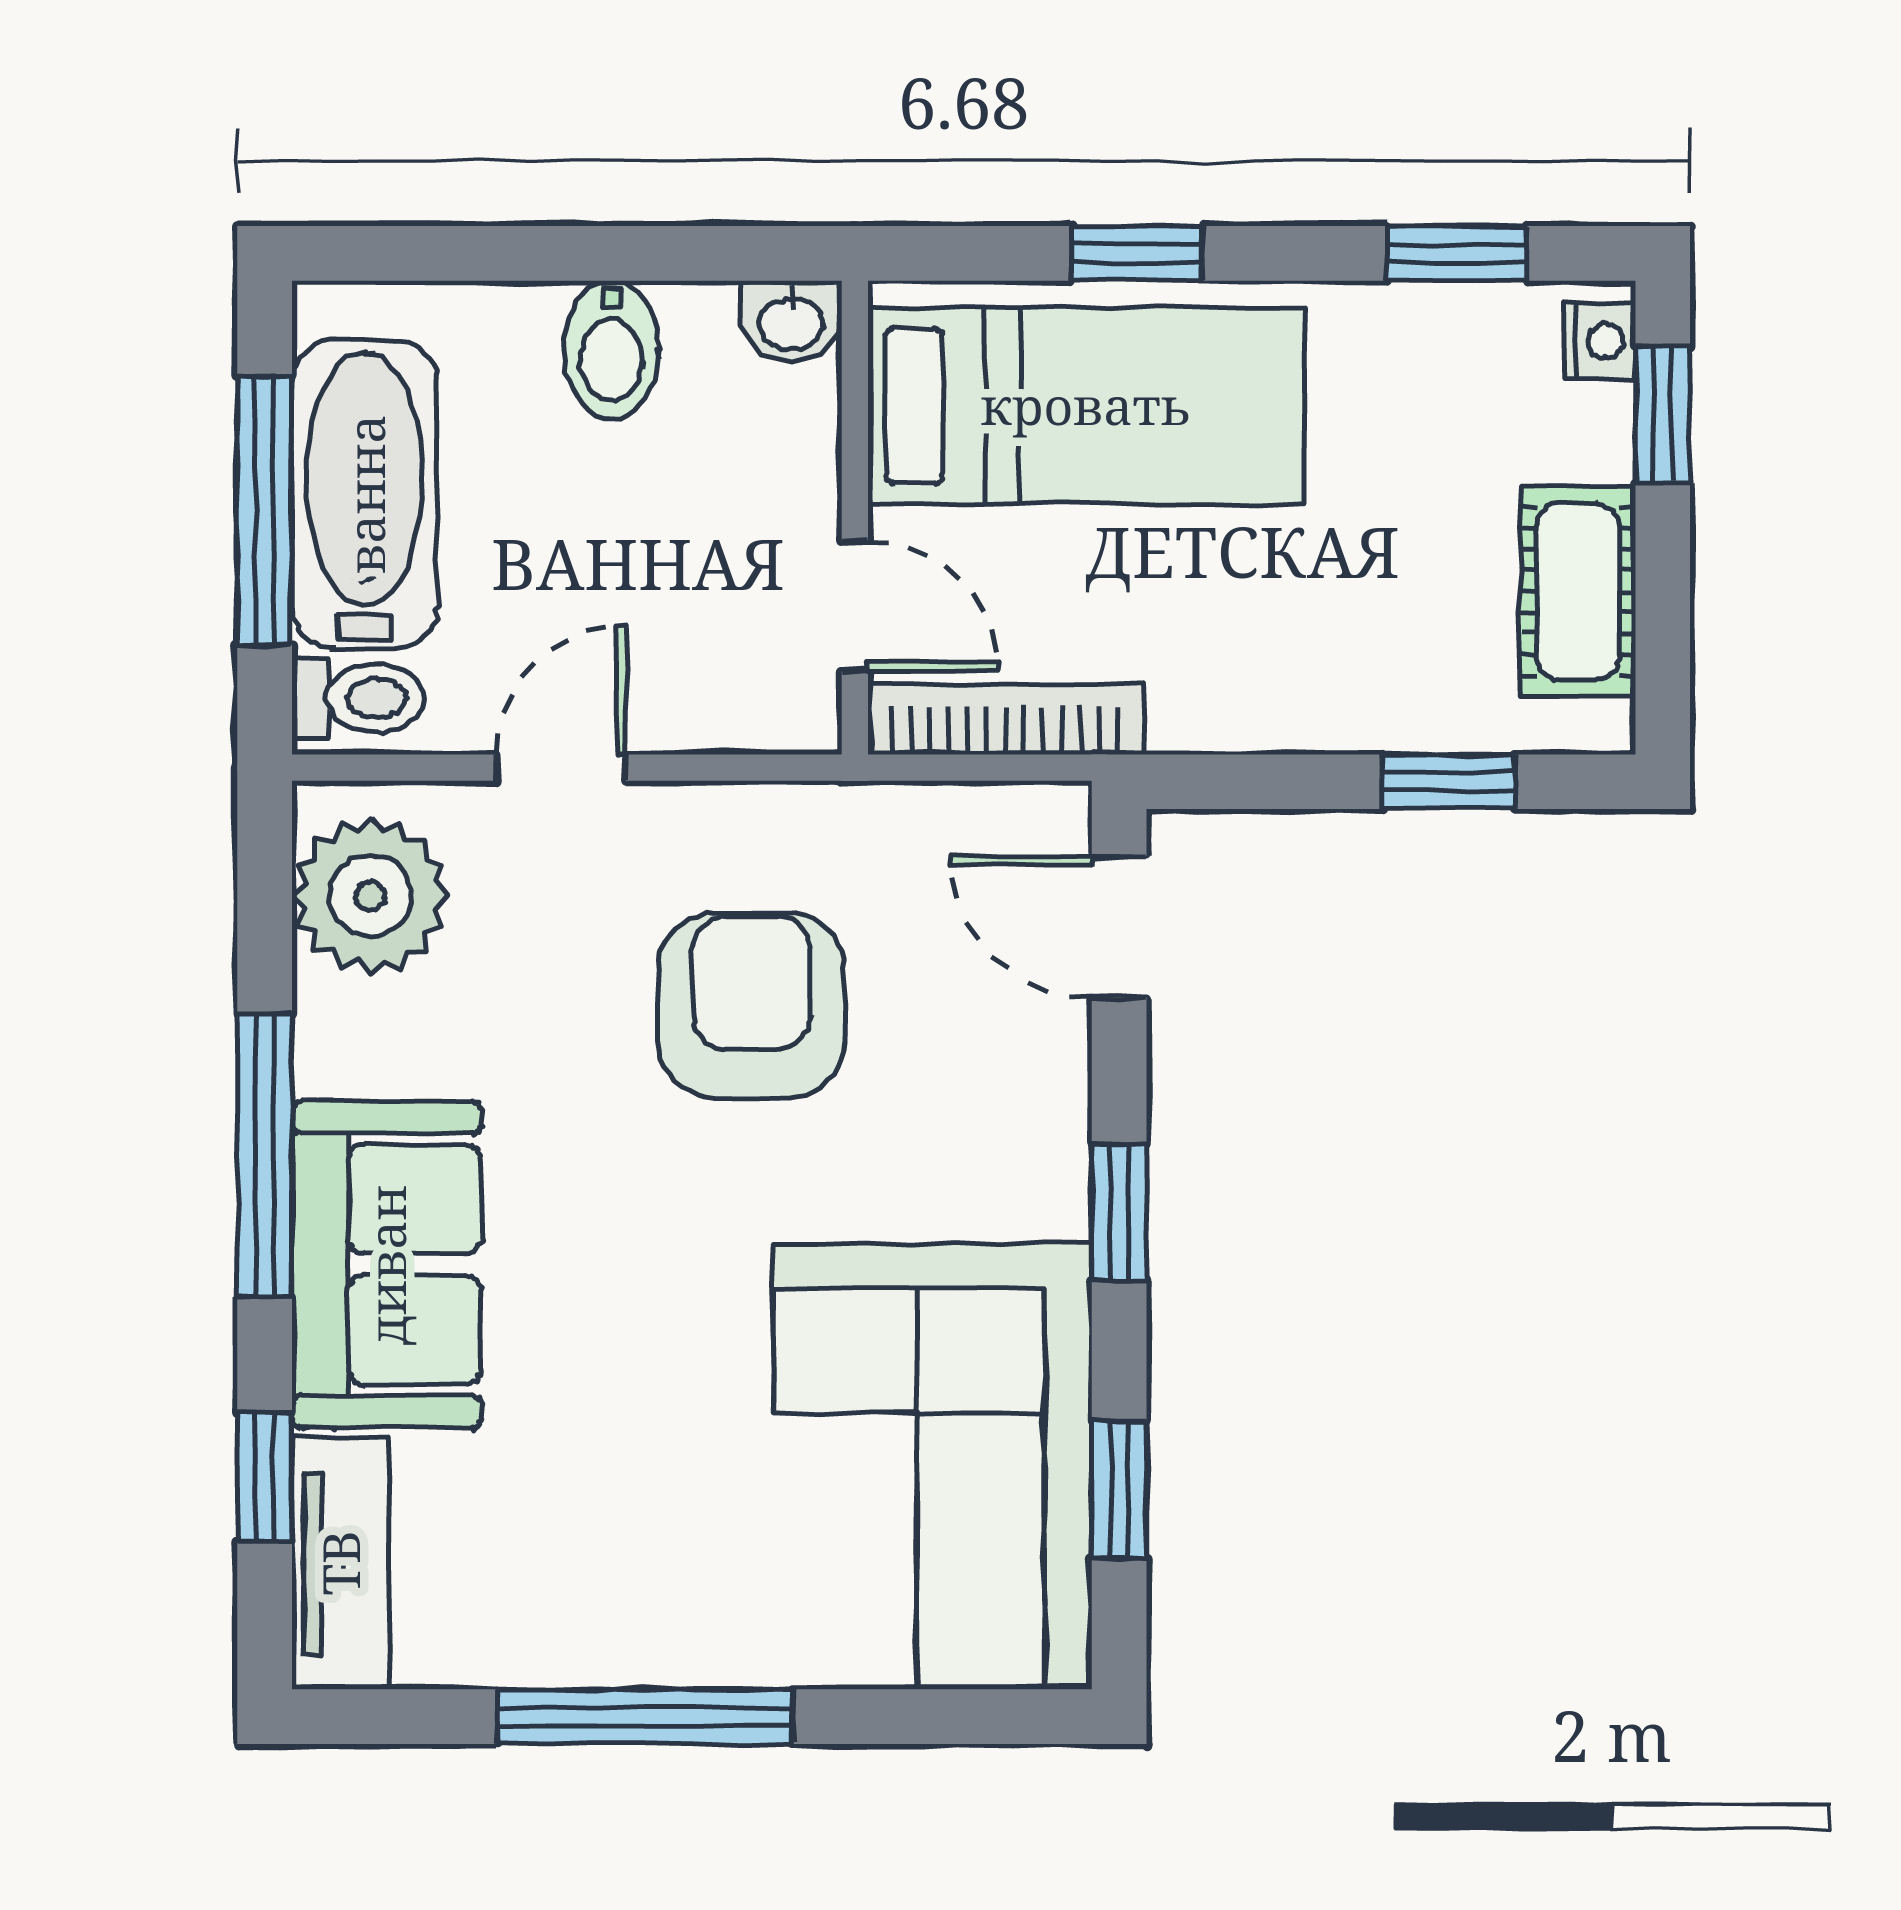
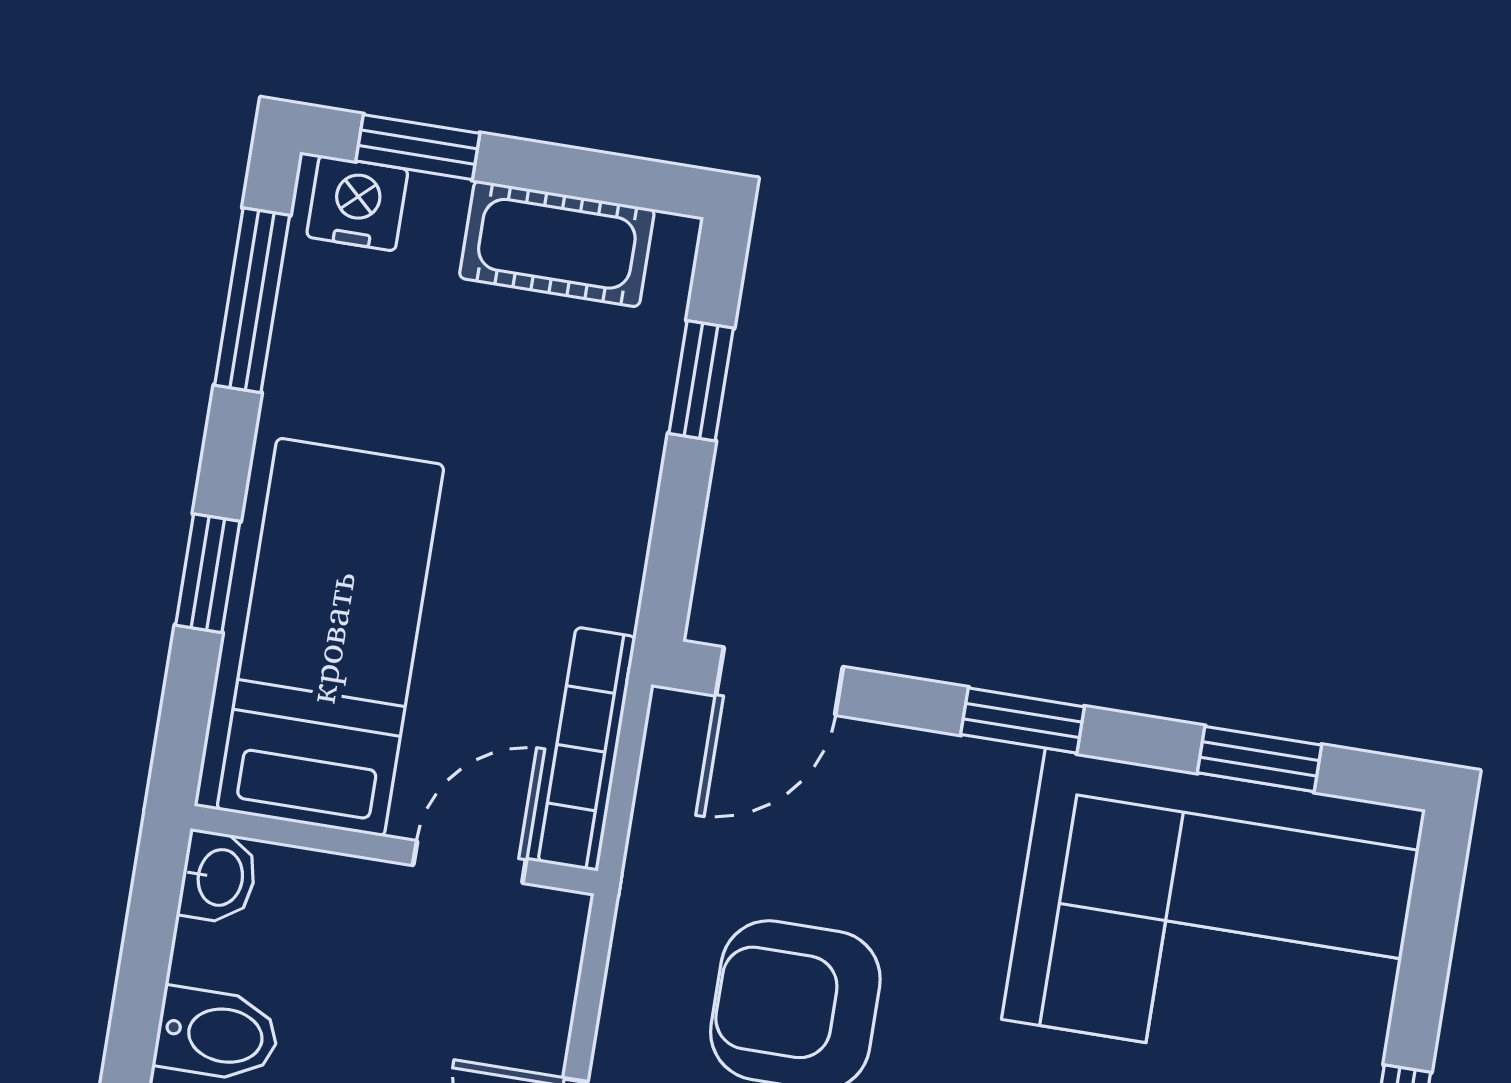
window: (1457, 253) -> (252, 300), width x1.50
nightstand: (1600, 341) -> (357, 203), width x1.39, depth x1.35

